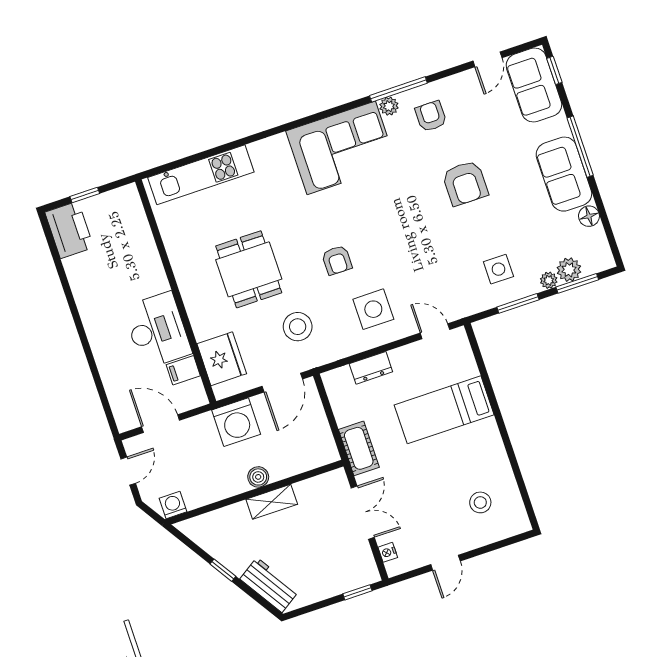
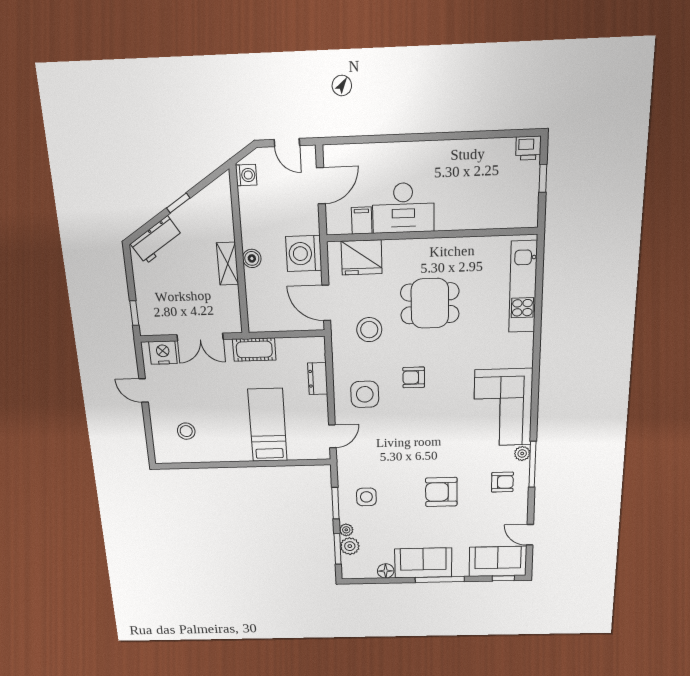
printer: (69, 230) -> (528, 148), width x0.53, depth x0.68
nightstand: (388, 552) -> (163, 353), width x1.89, depth x1.79

